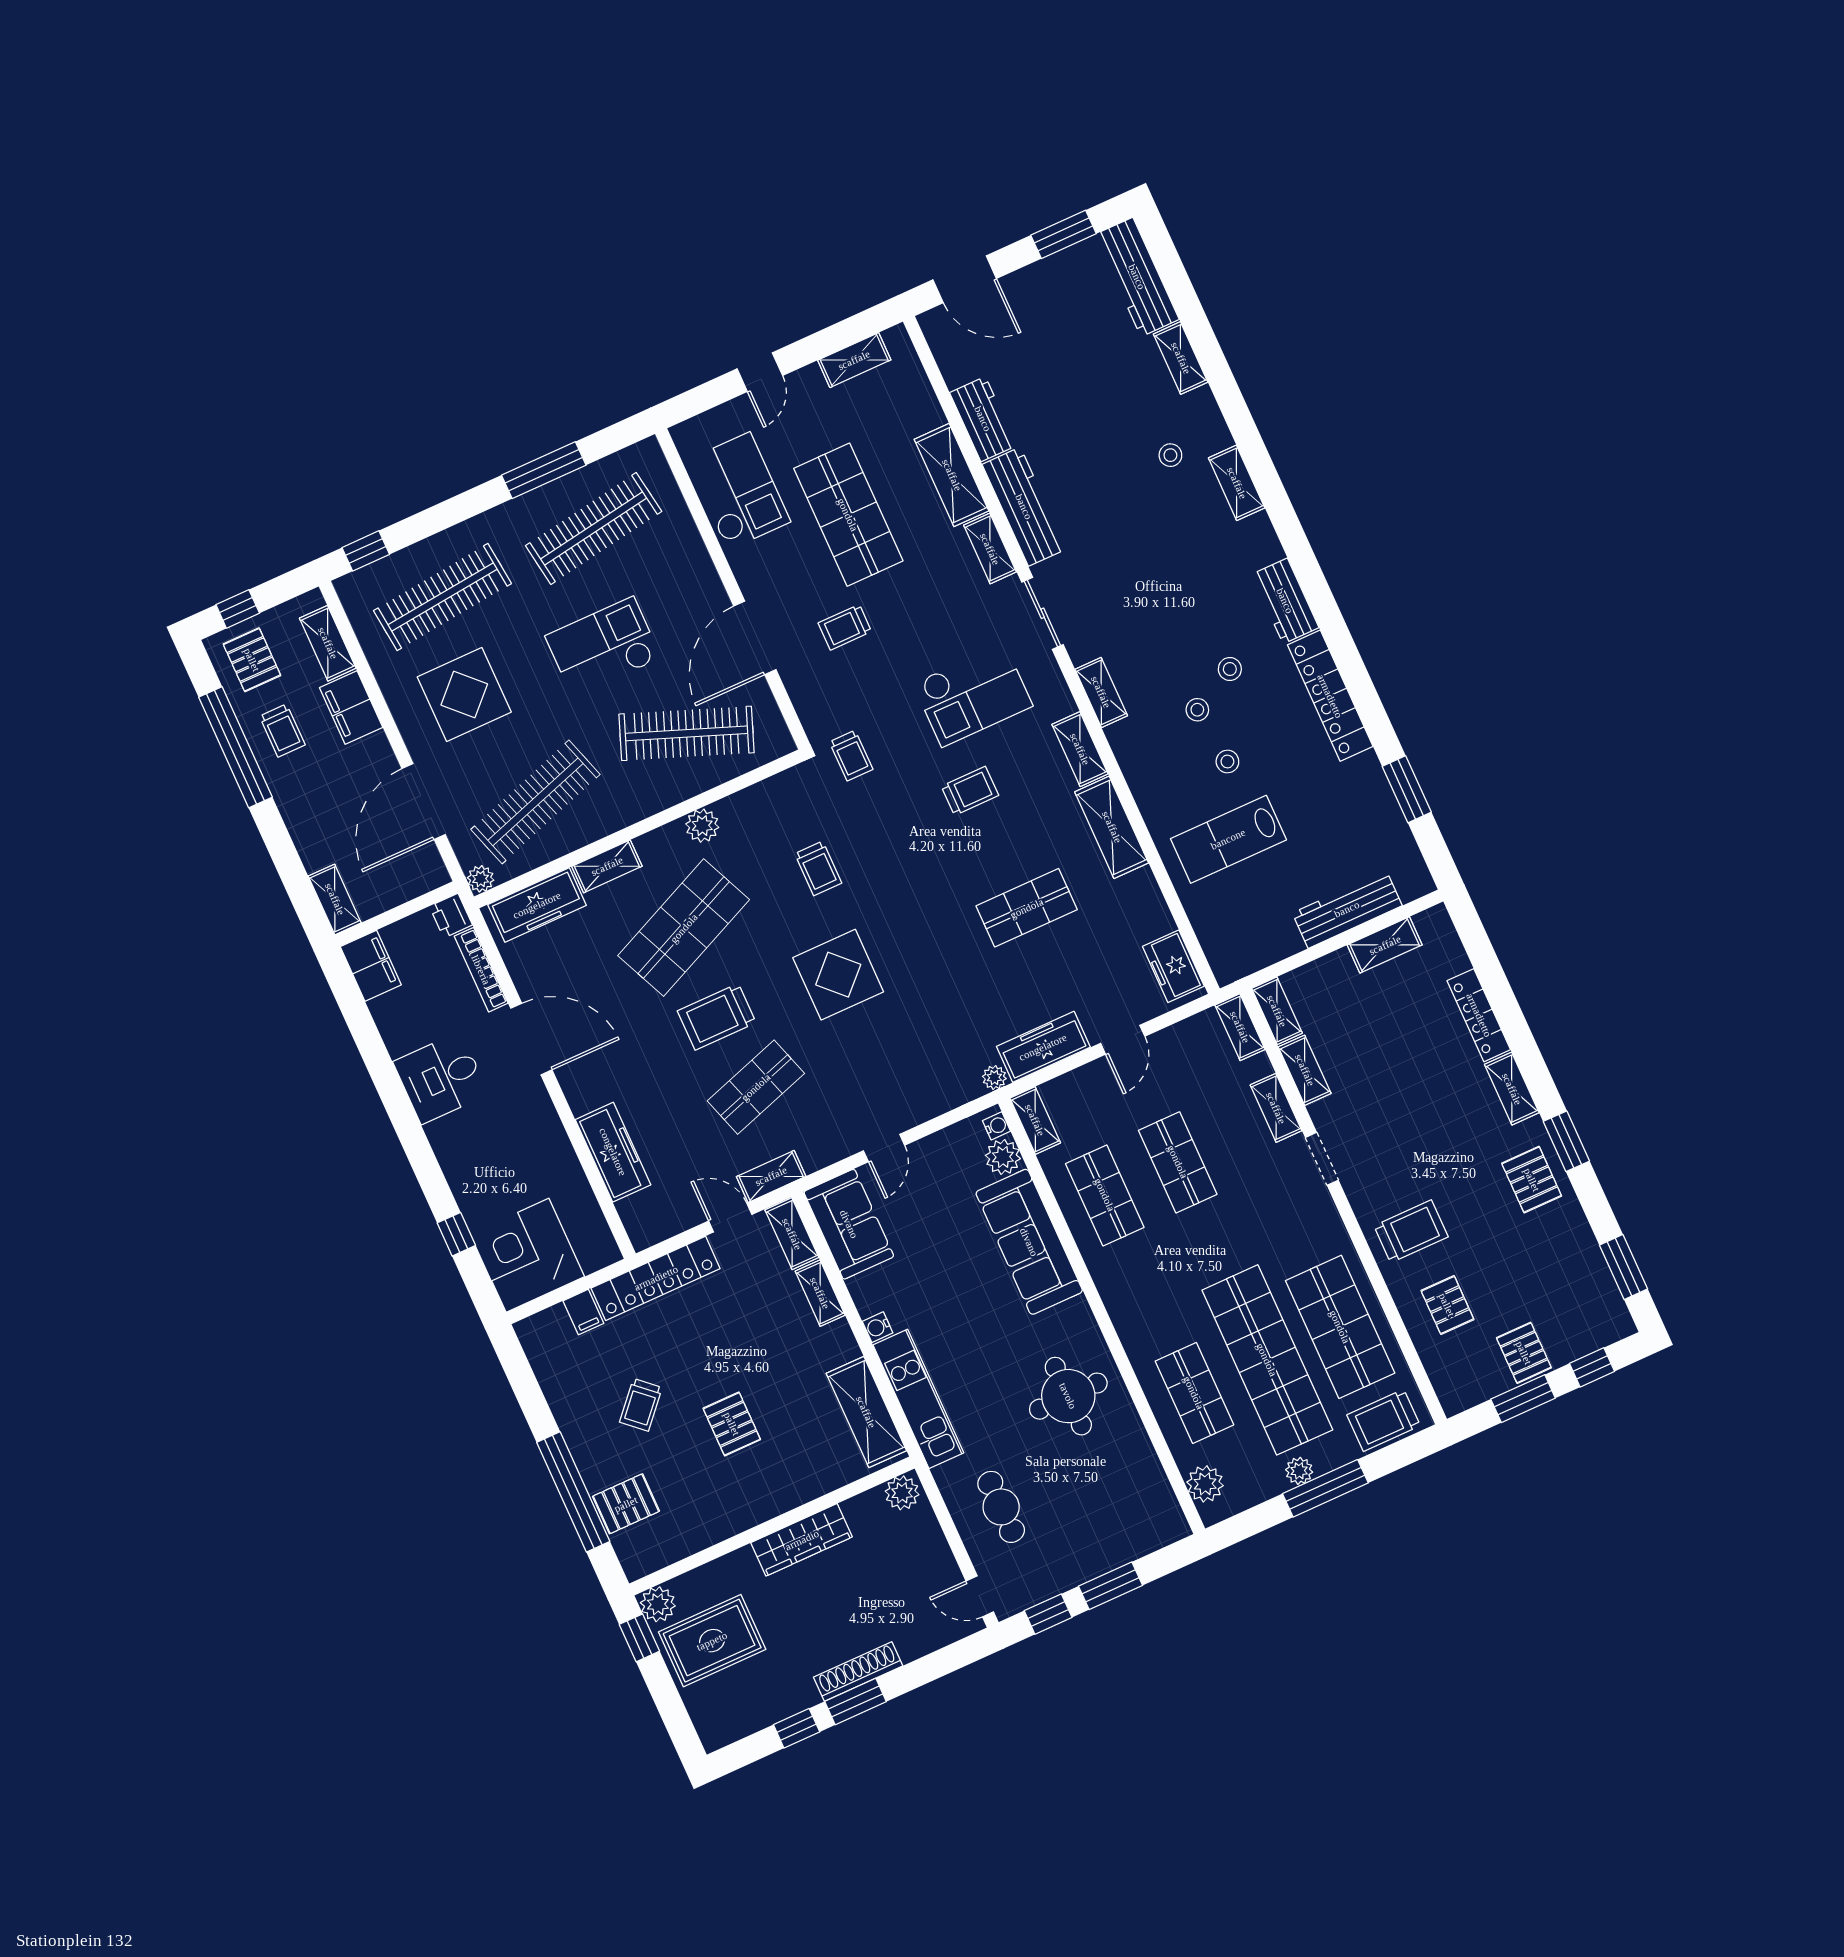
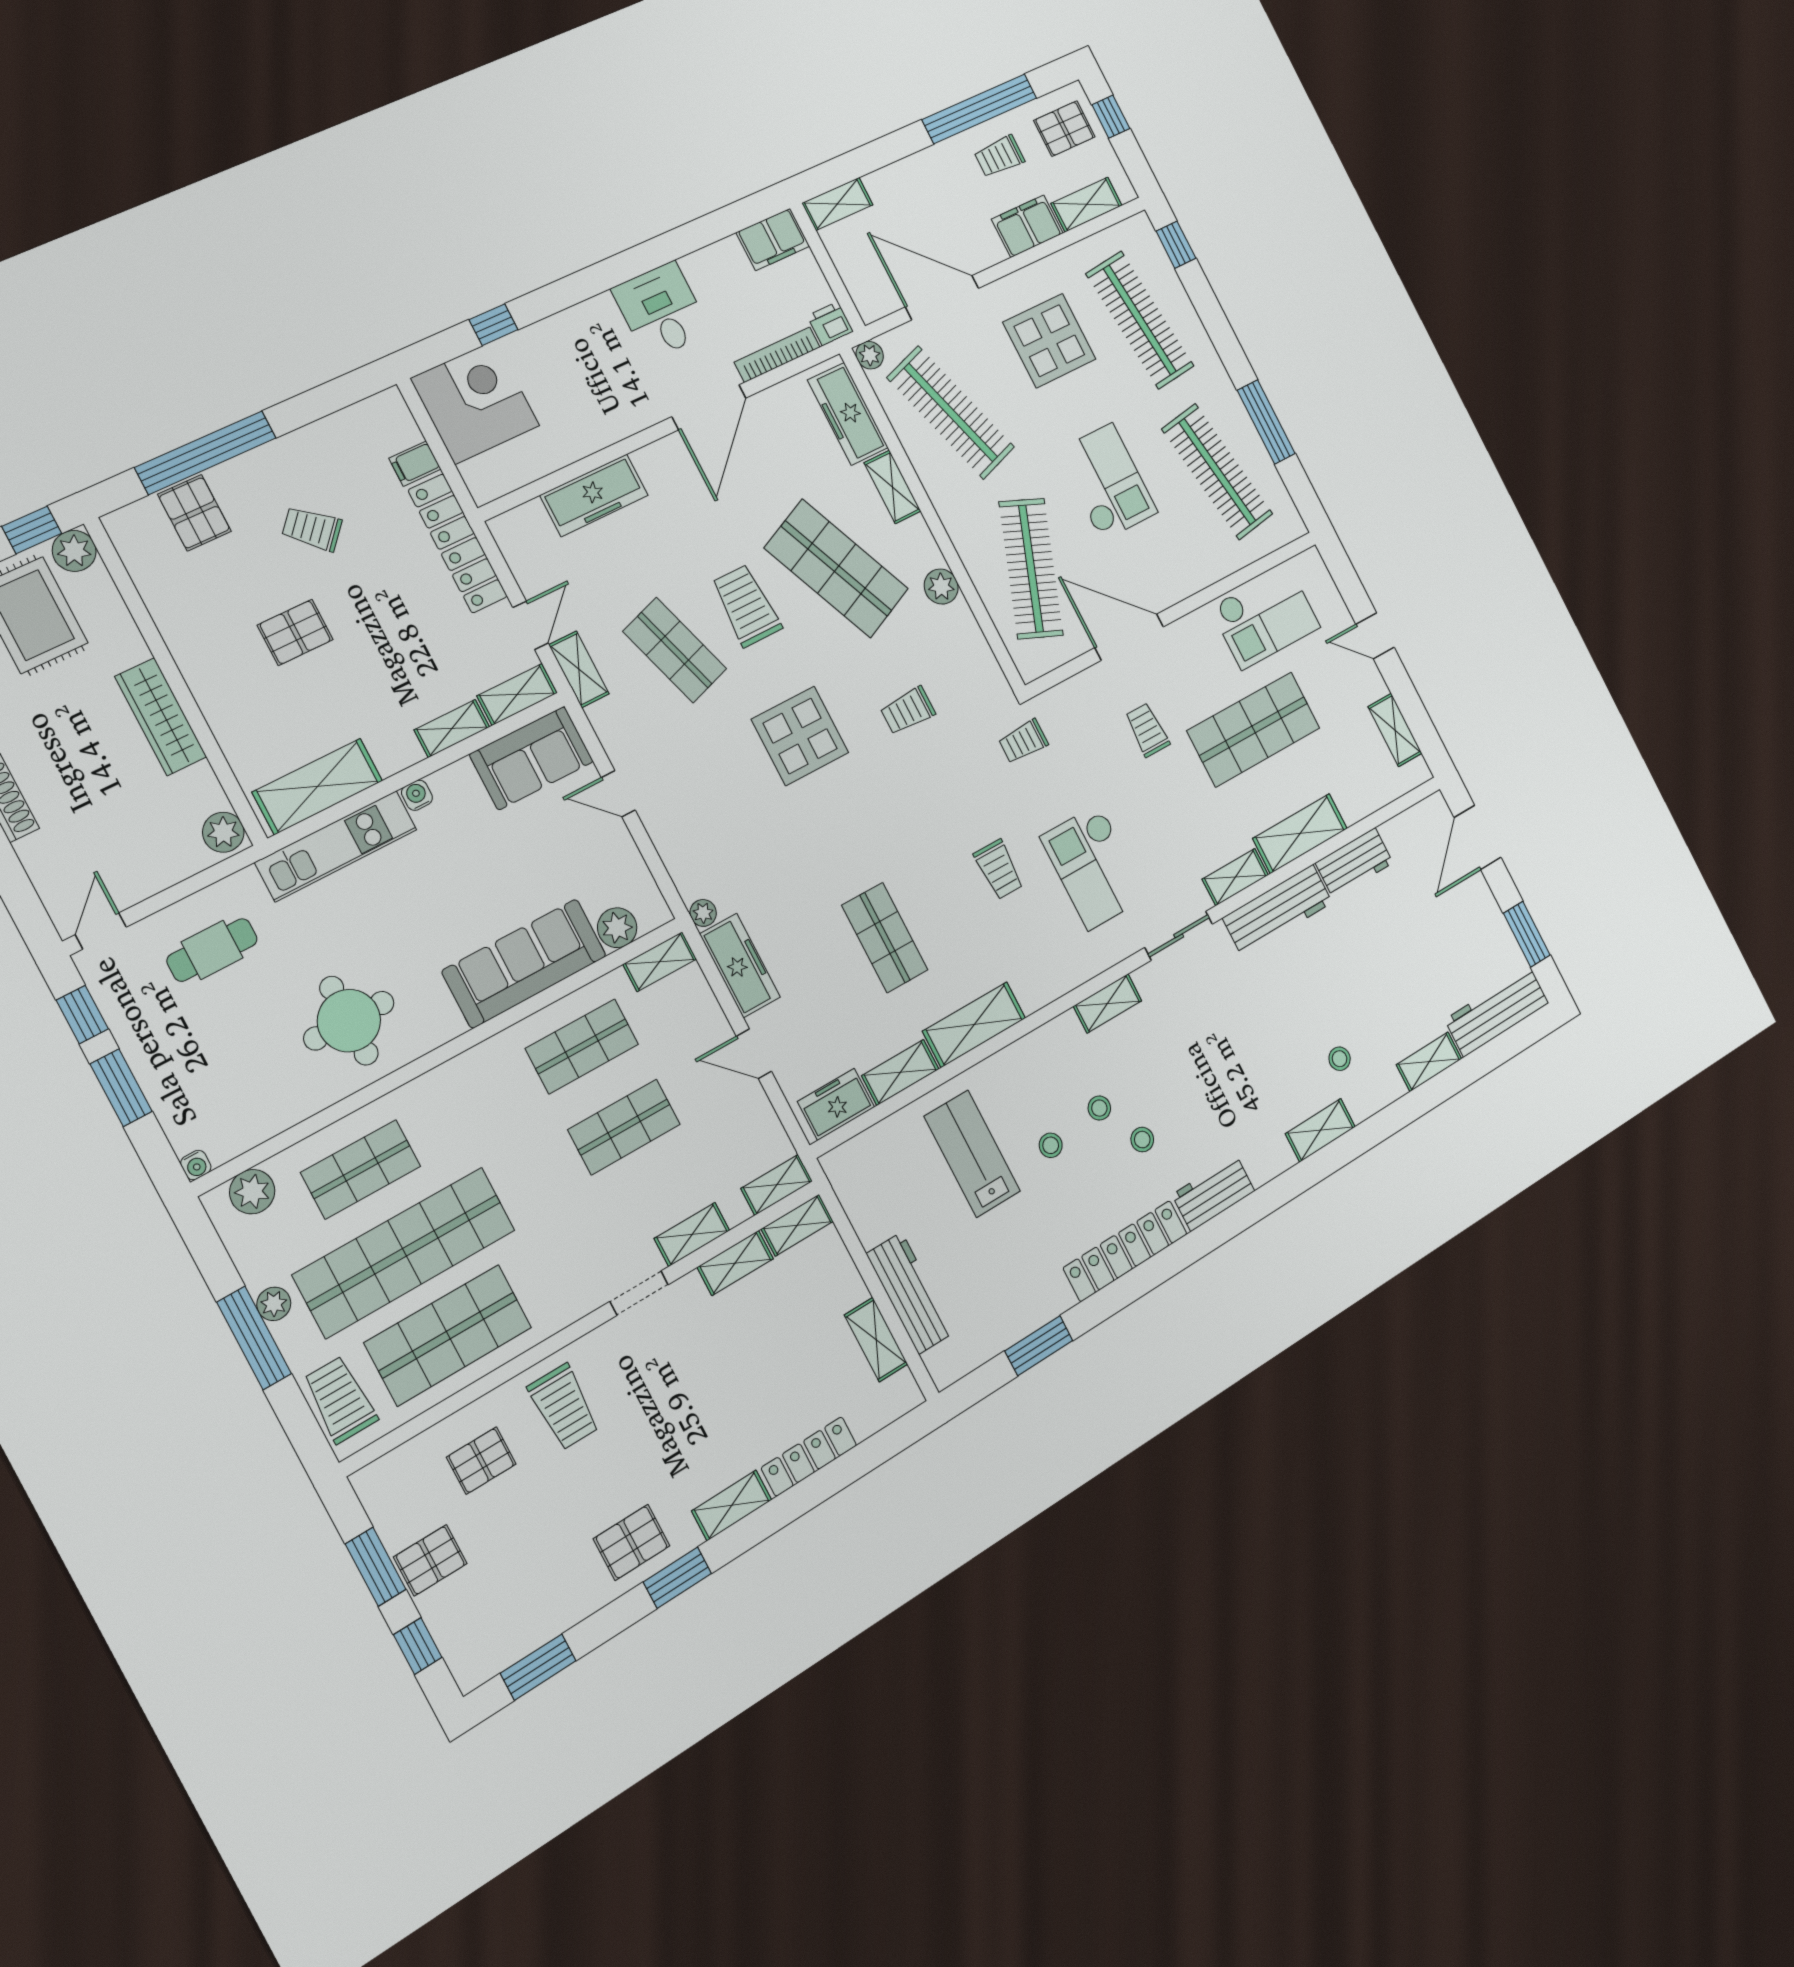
shelving: (1080, 749) -> (900, 1072), moved
water cooler: (996, 1126) -> (196, 1165), moved

